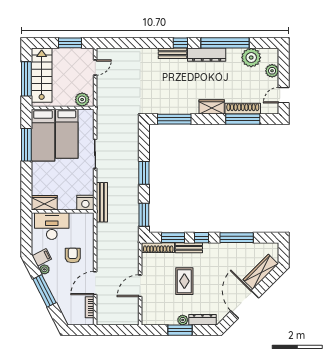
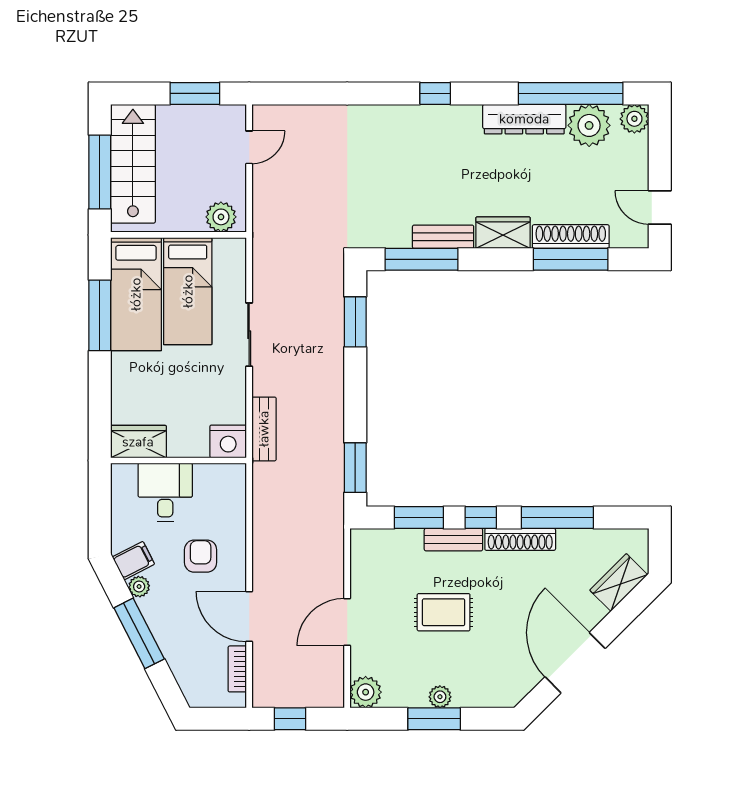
window: (225, 43) -> (571, 93), moved
bench: (172, 53) -> (443, 237), moved
dresser: (207, 55) -> (524, 119), moved
plant: (272, 71) -> (634, 119), moved
door: (284, 95) -> (660, 207), hinge flipped
window: (144, 173) -> (355, 322), moved
bench: (102, 202) -> (264, 429), width x0.73
desk: (52, 226) -> (165, 492), width x0.73
shoe rack: (158, 248) -> (520, 539), moved
wardrobe: (261, 272) -> (619, 582), width x0.67
rug: (184, 281) -> (444, 612), turned 90
door: (95, 283) -> (249, 617), hinge flipped
plant: (149, 318) -> (366, 692), added
dresser: (203, 320) -> (483, 696), removed
window: (114, 330) -> (290, 719), added

